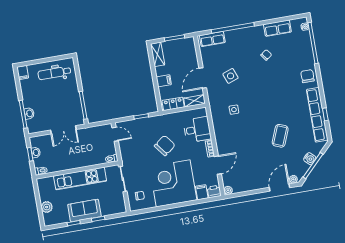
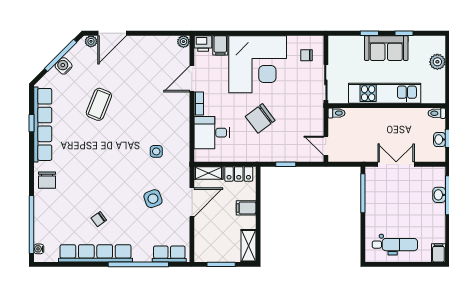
row of seats: (277, 28) -> (96, 253), width x2.02

